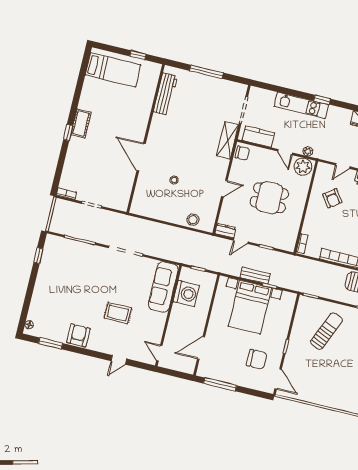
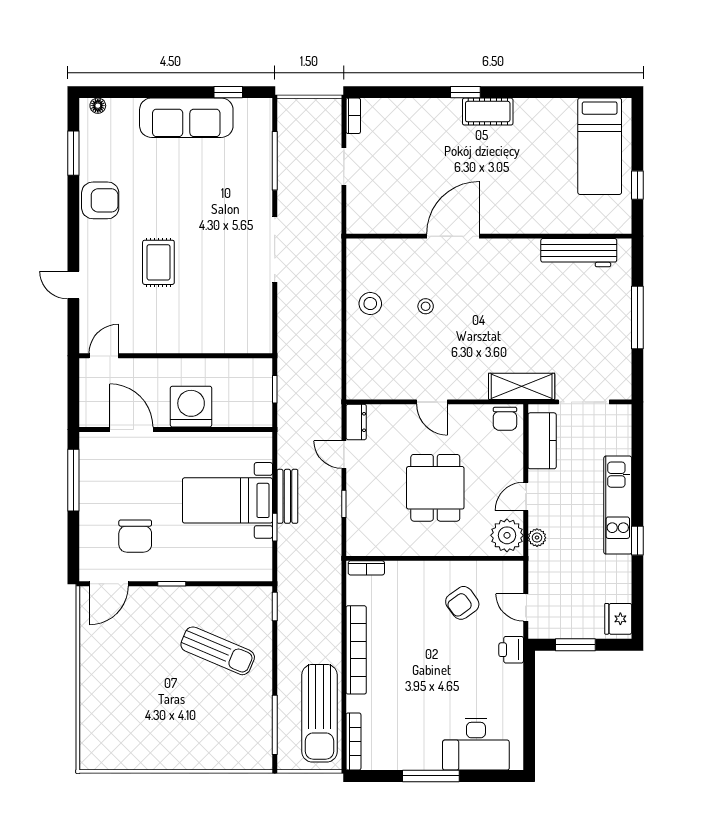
stool: (193, 220) -> (370, 304), moved
sofa: (163, 287) -> (186, 118), moved, turned 180
washing machine: (186, 293) -> (191, 407), moved, turned 180
bed with nightstands: (250, 307) -> (228, 500), width x0.73

